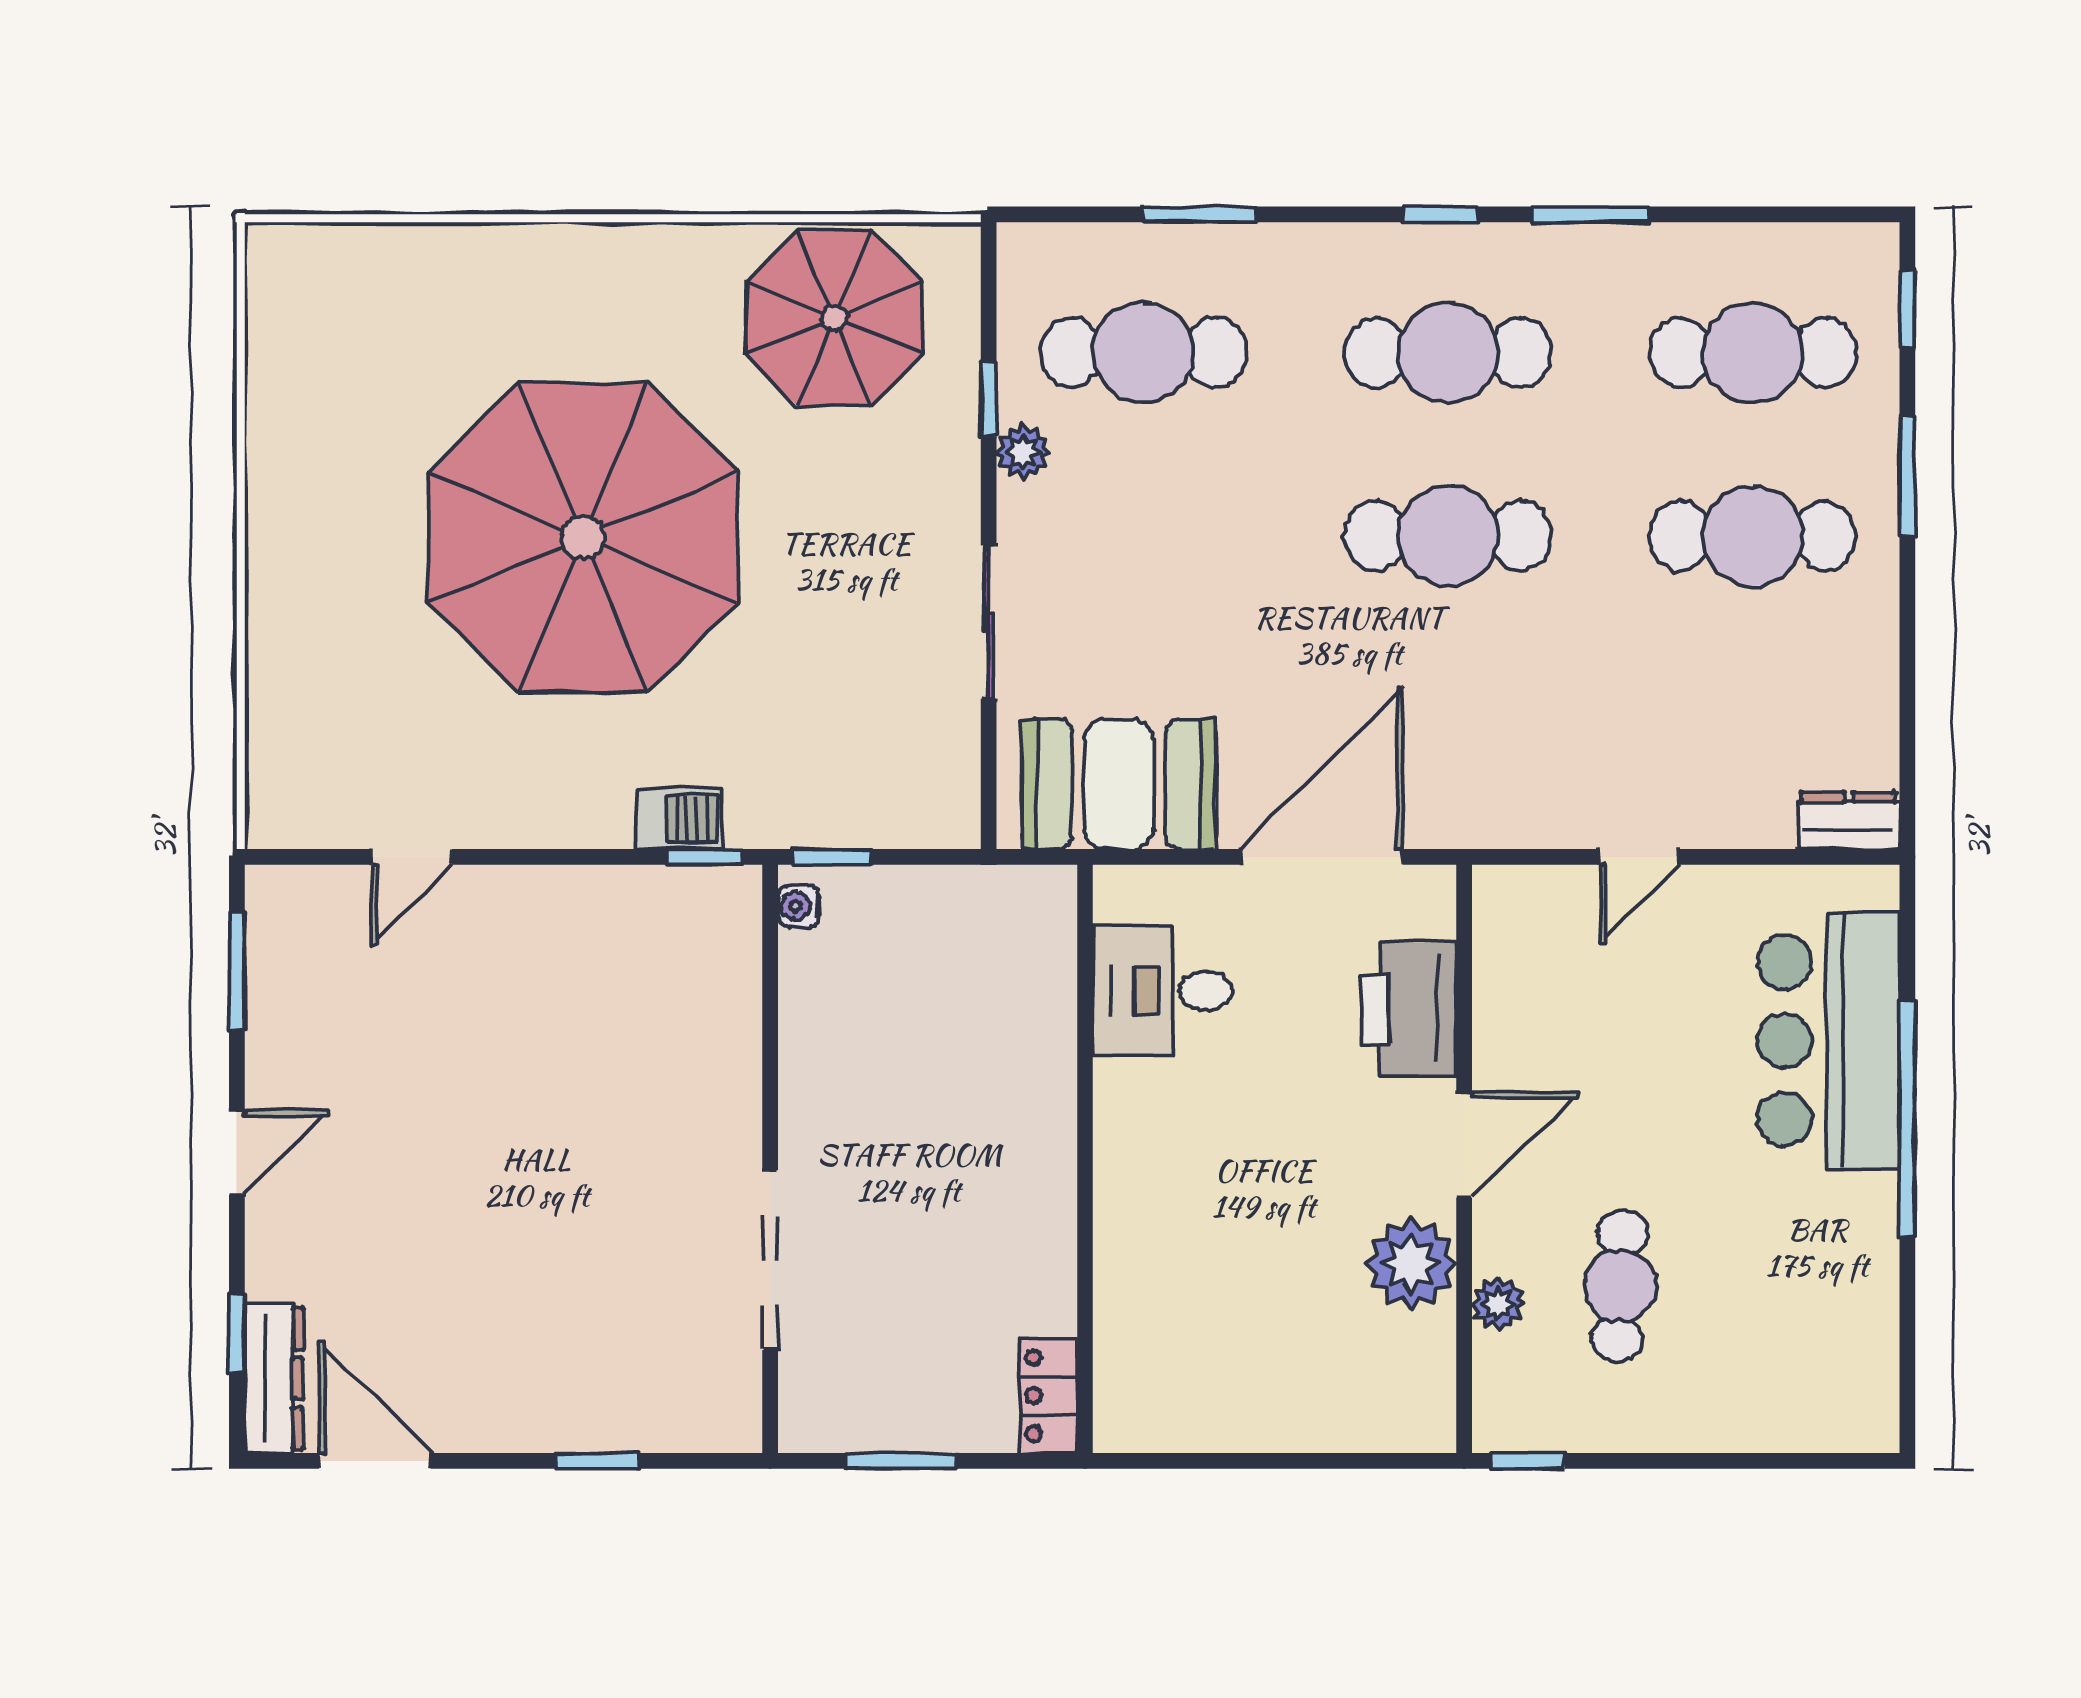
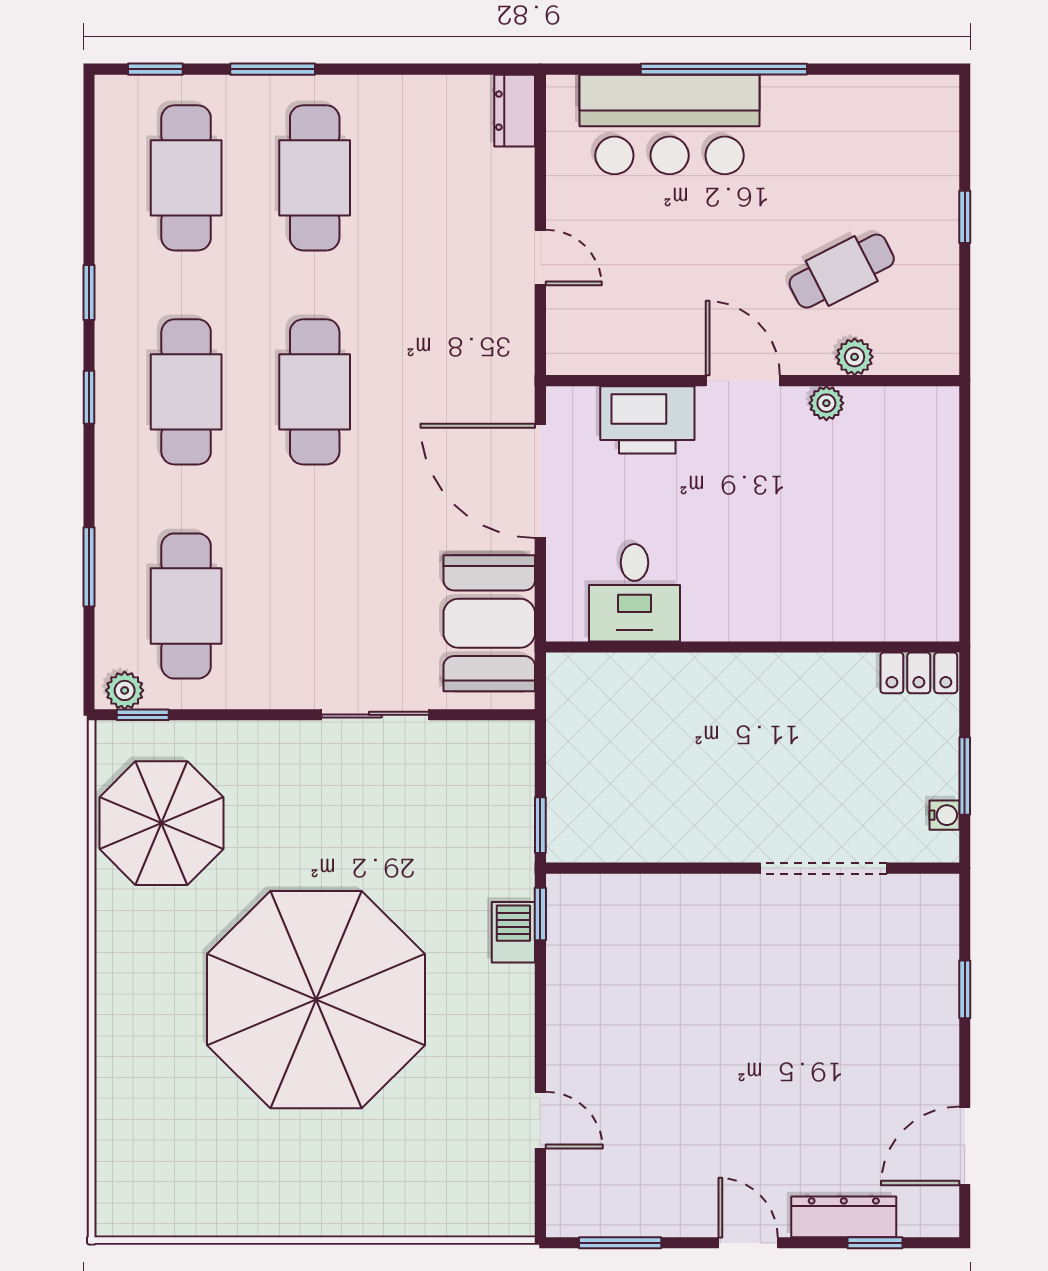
window: (1589, 214) -> (89, 293), width x0.67
window: (989, 399) -> (143, 715), moved
plant: (1023, 452) -> (125, 690), moved
water cooler: (799, 906) -> (944, 815), moved, turned -90
plant: (1411, 1264) -> (826, 403), width x0.53, depth x0.53
cafe table: (1620, 1286) -> (842, 271), turned -30
dresser: (274, 1379) -> (844, 1217), moved
window: (1528, 1461) -> (965, 217), moved

